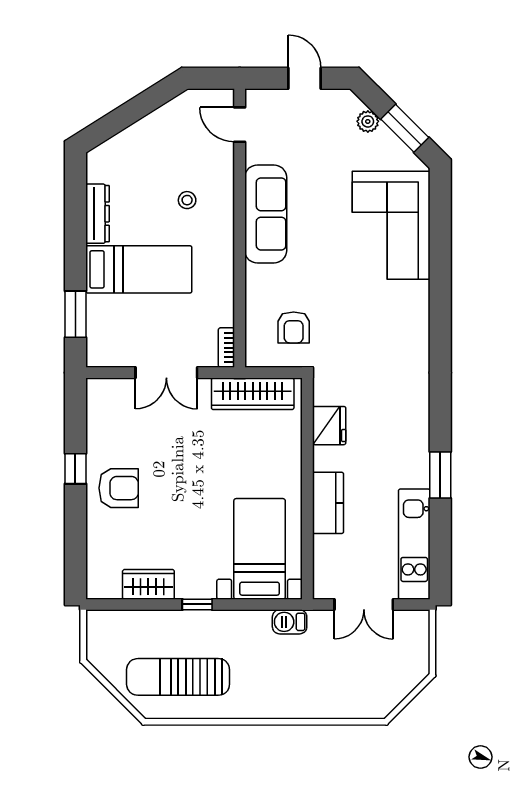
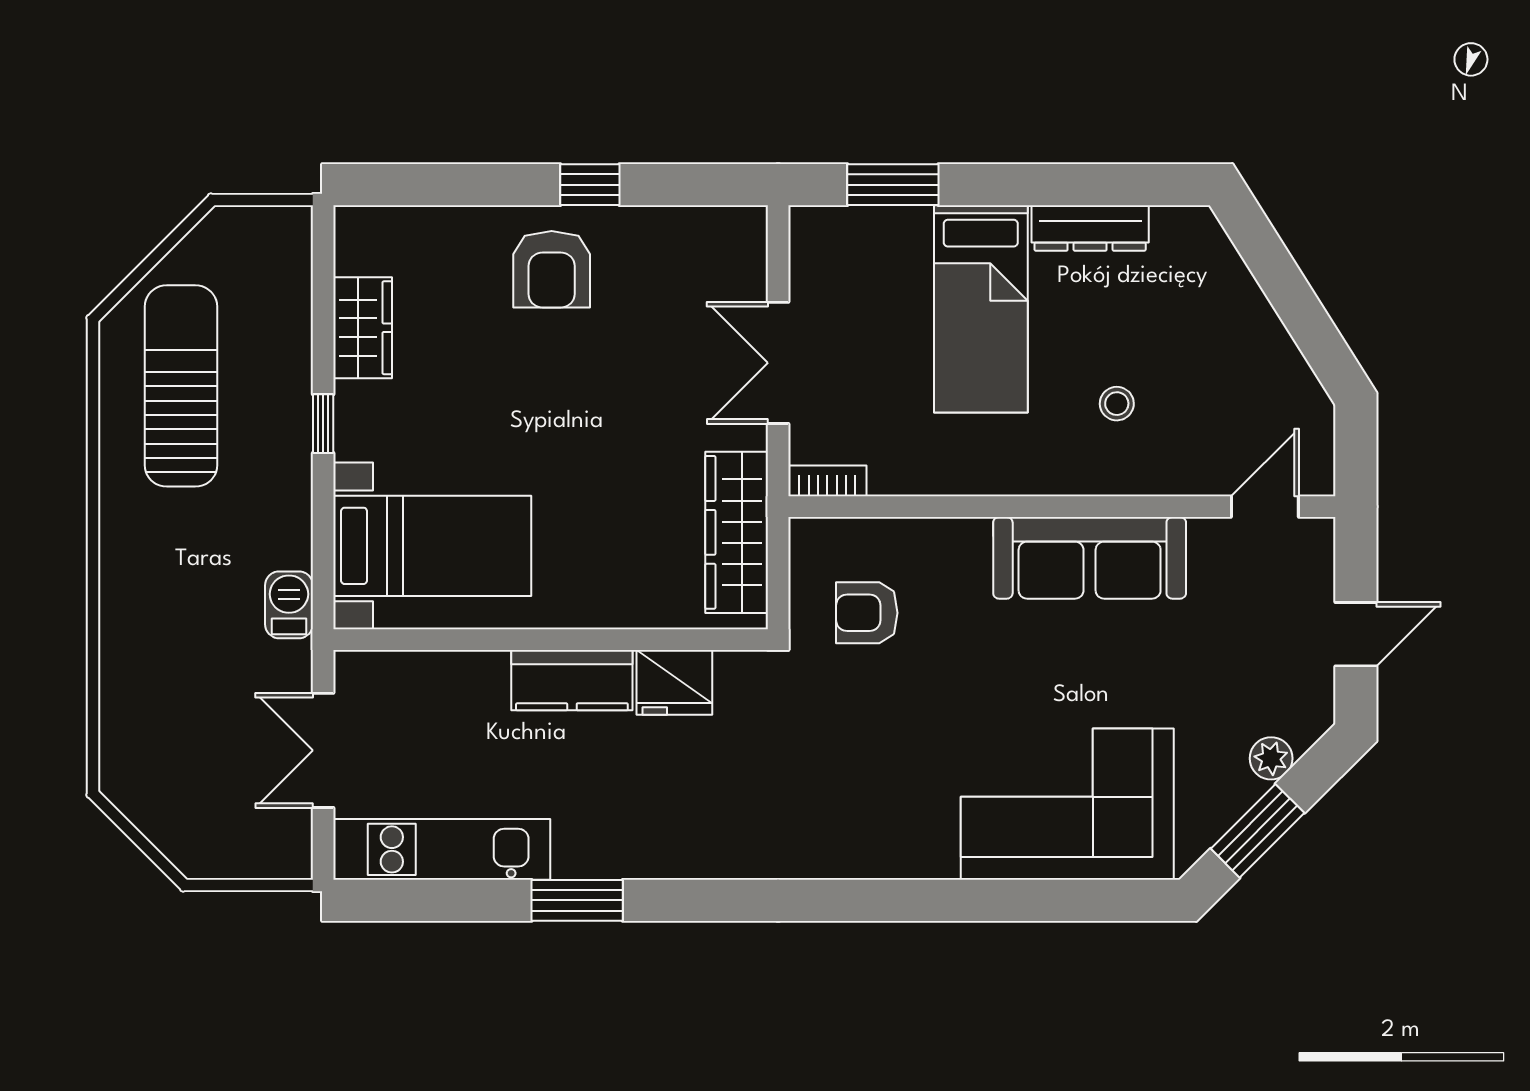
kitchen counter: (328, 503) -> (572, 680), moved

